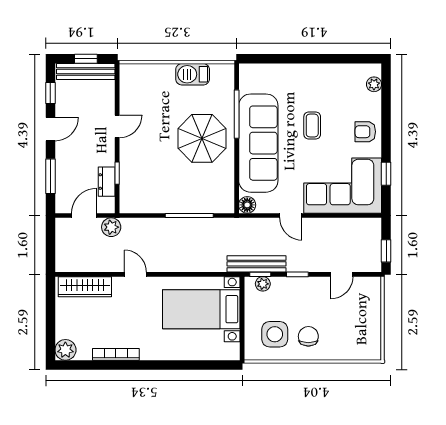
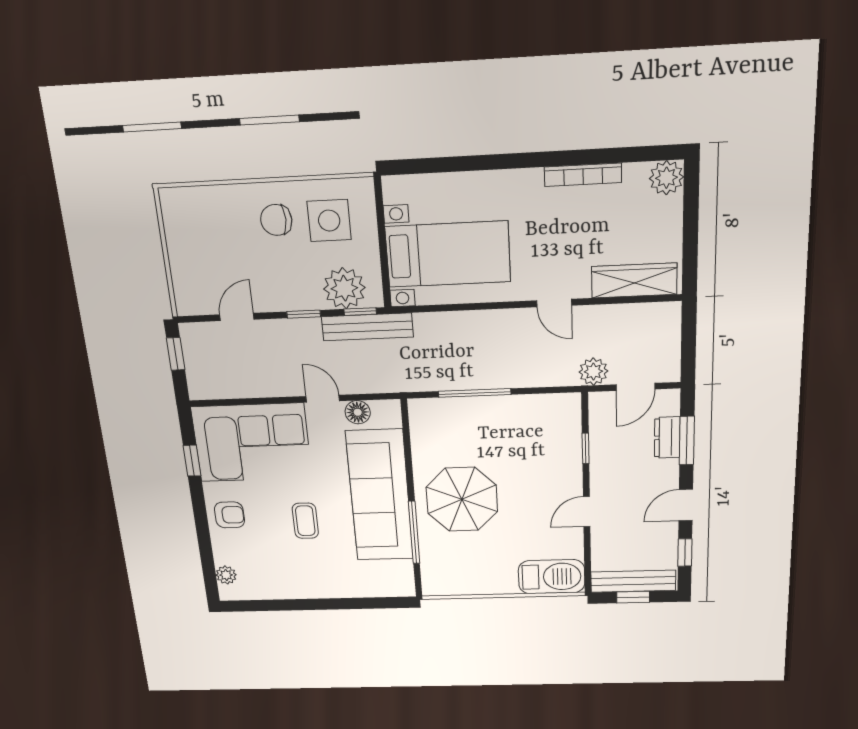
barbecue: (193, 74) -> (552, 577), moved, width x1.37, depth x1.21
dresser: (107, 182) -> (667, 438), moved, turned 180
floor lamp: (247, 205) -> (358, 412), moved
plant: (263, 284) -> (344, 288), width x1.88, depth x1.88
chair: (308, 336) -> (276, 220), turned 90

